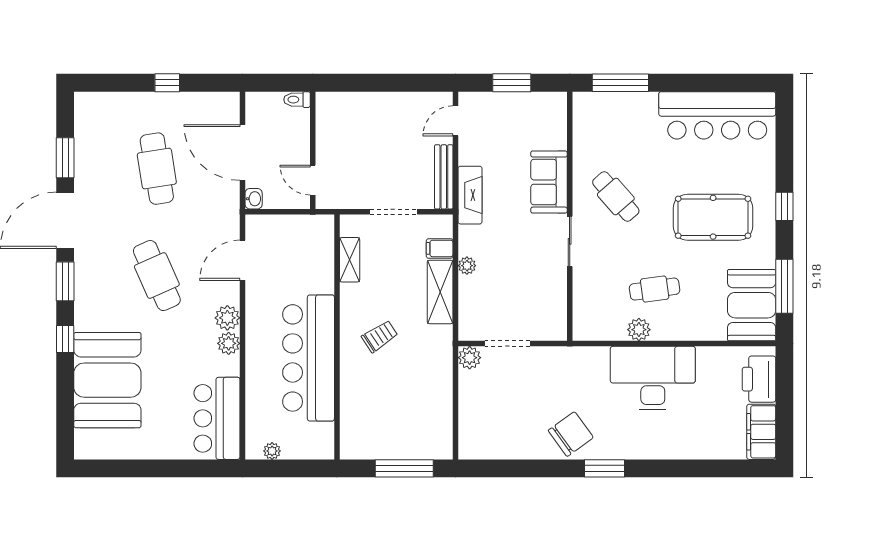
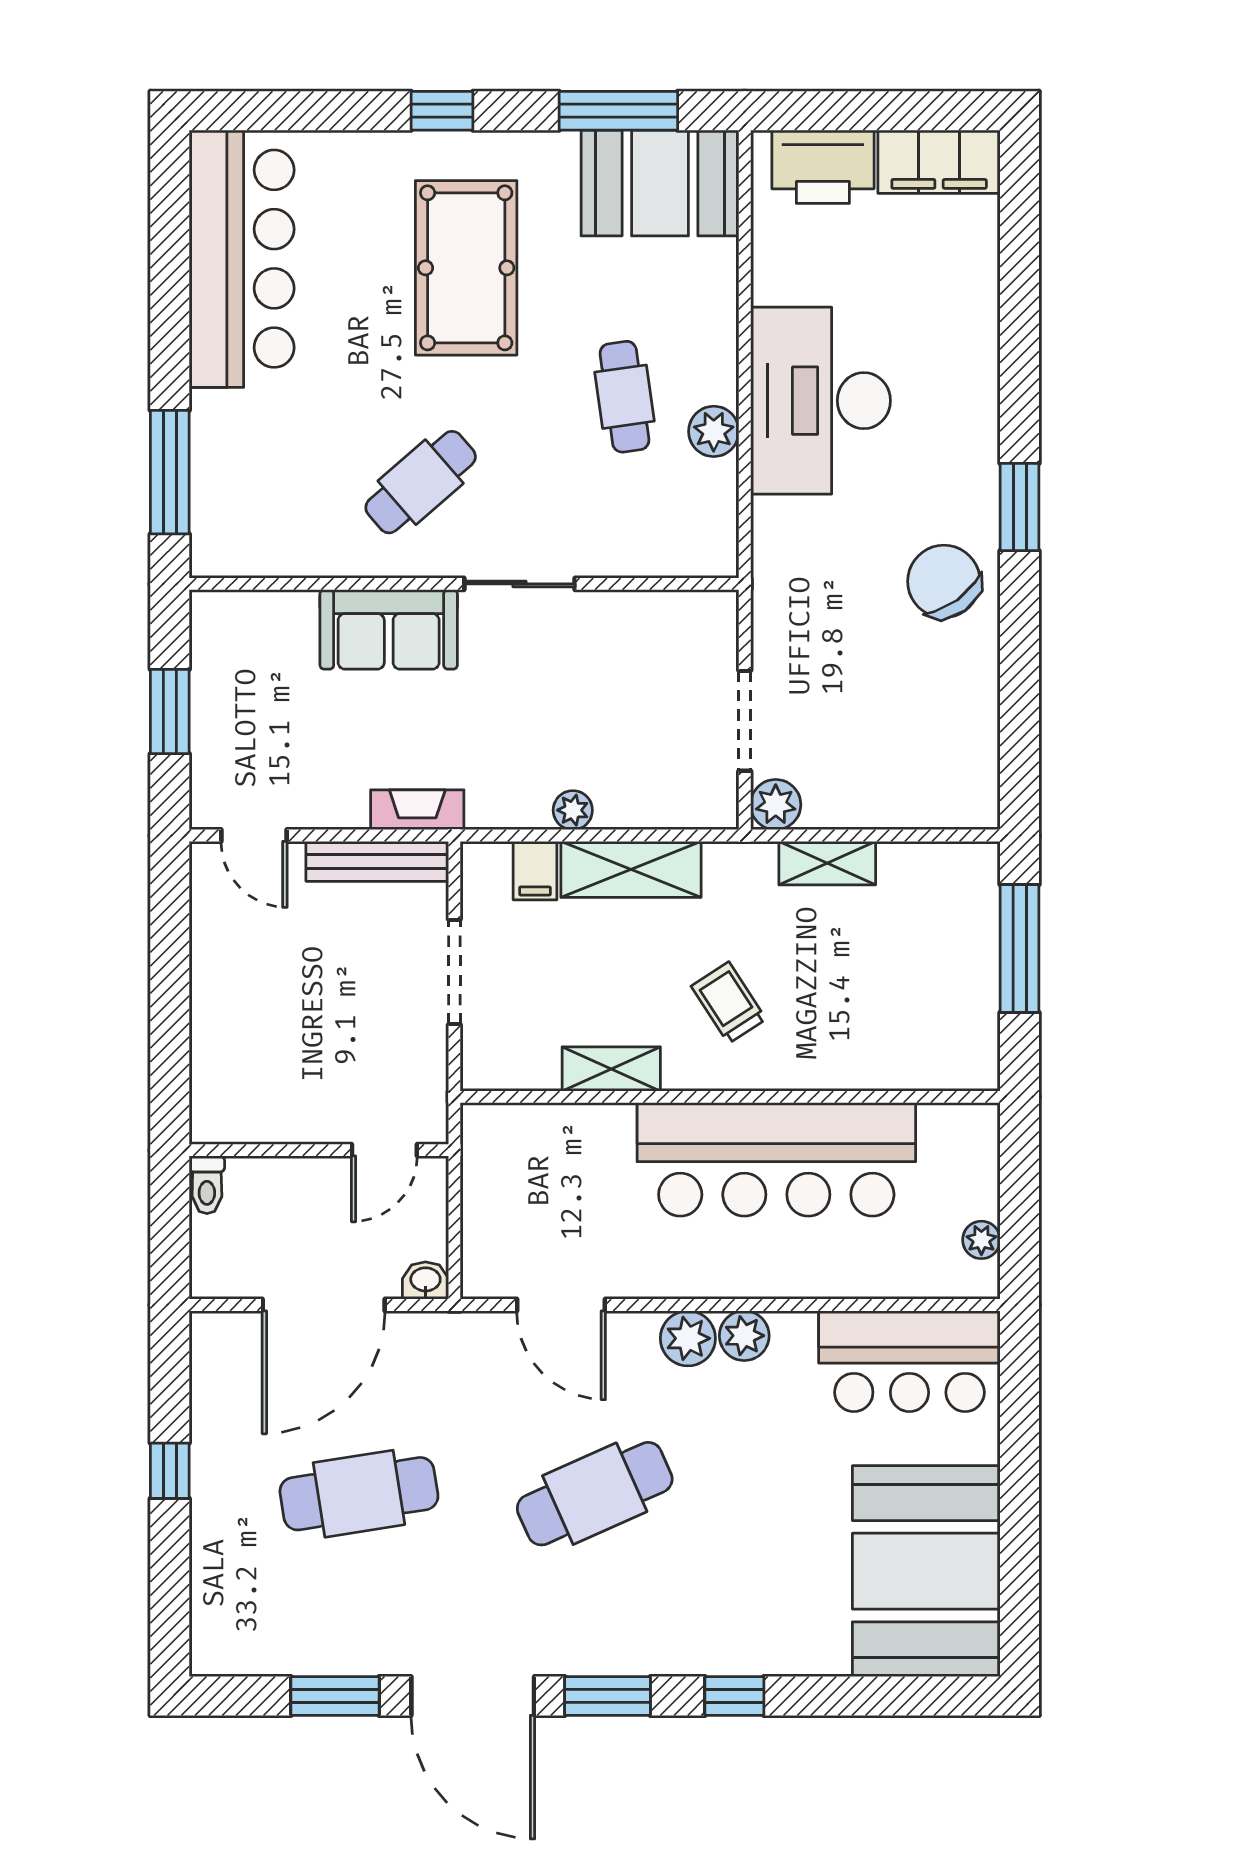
fireplace: (470, 195) -> (417, 810), width x0.73, depth x0.76
shelving: (350, 260) -> (611, 1069), moved
booth: (107, 380) -> (926, 1571), moved, turned 90
shelving: (443, 381) -> (827, 863), added

